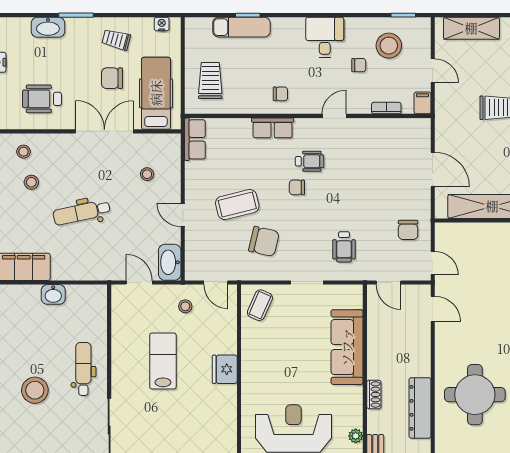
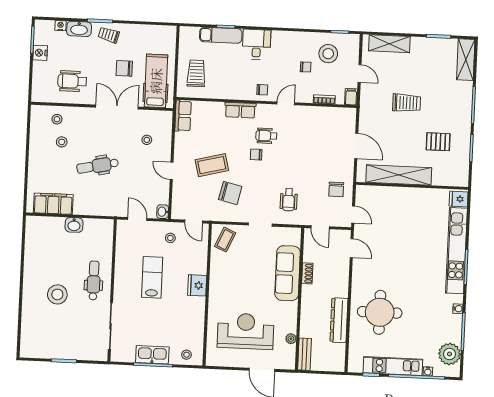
nightstand: (162, 24) -> (60, 26), moved
desk: (325, 37) -> (256, 44), moved
trolley: (116, 40) -> (109, 35), moved
chair: (280, 94) -> (262, 90), moved
wheelchair: (310, 161) -> (266, 136), turned 180
washbasin: (170, 262) -> (163, 212), width x0.52, depth x0.69
shoe rack: (374, 394) -> (307, 273), moved

